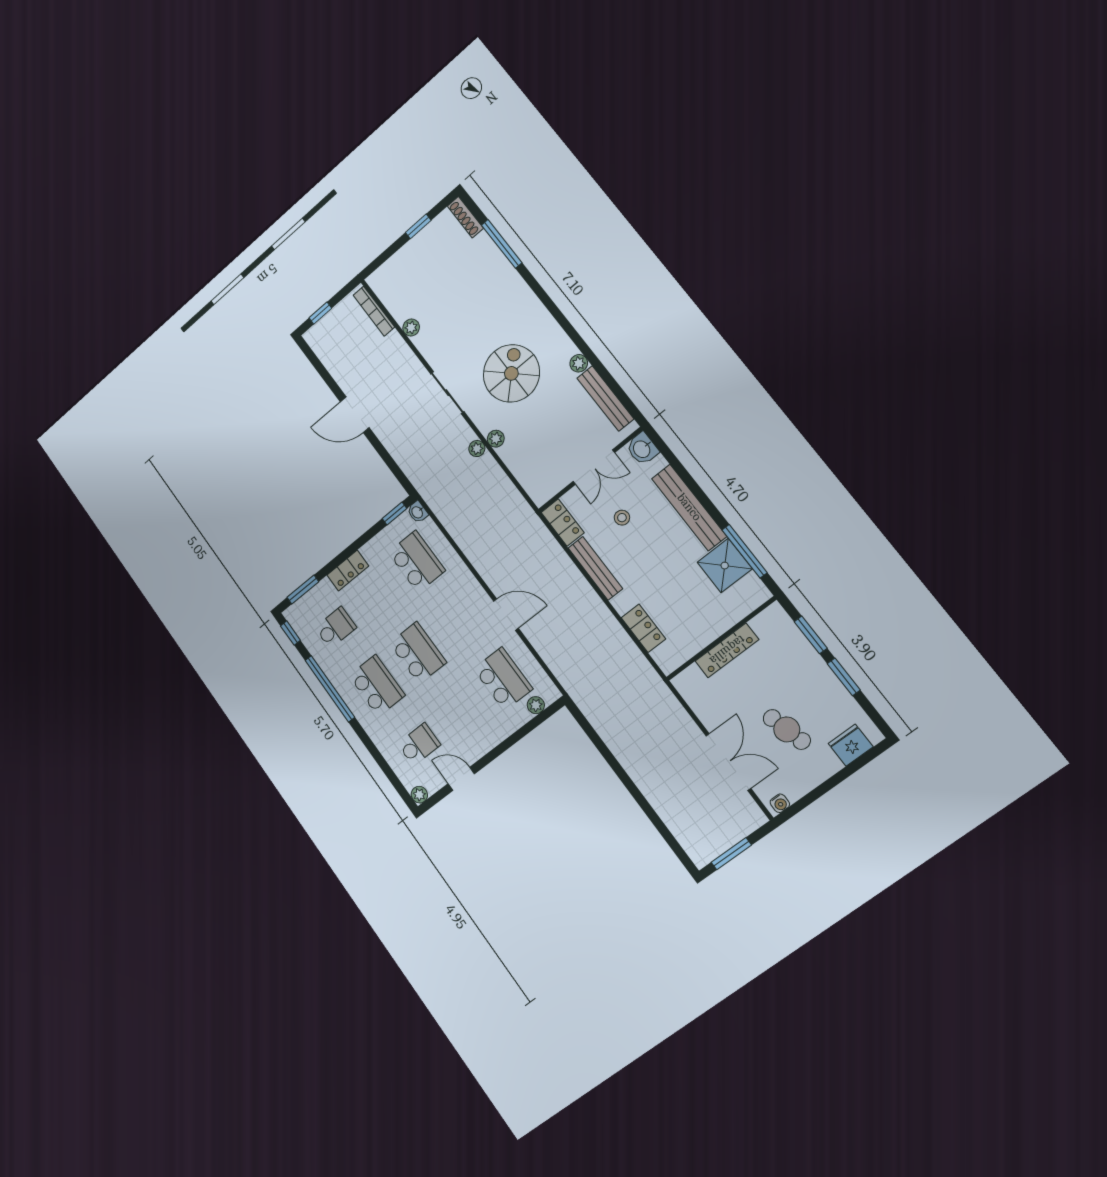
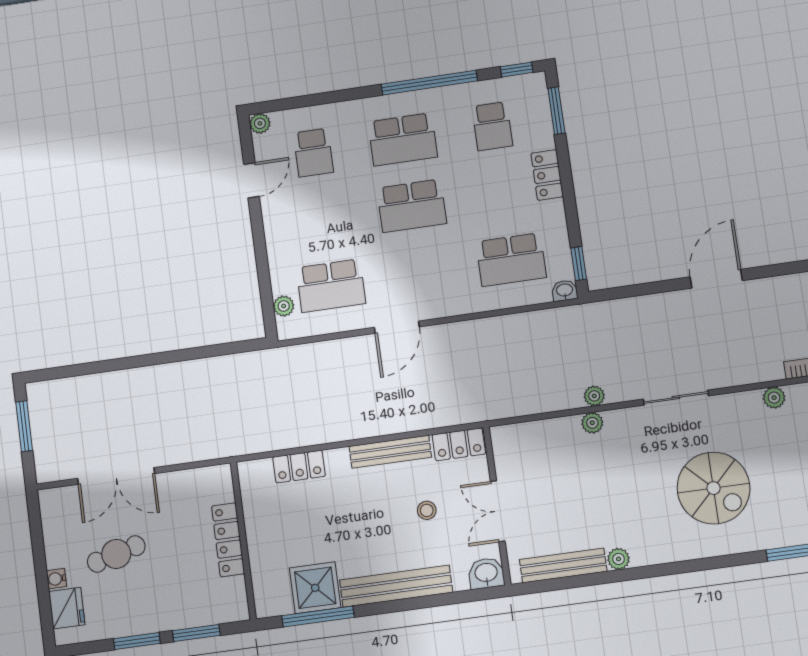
spiral stairs: (511, 373) -> (714, 488), moved
water cooler: (780, 803) -> (56, 579), moved

